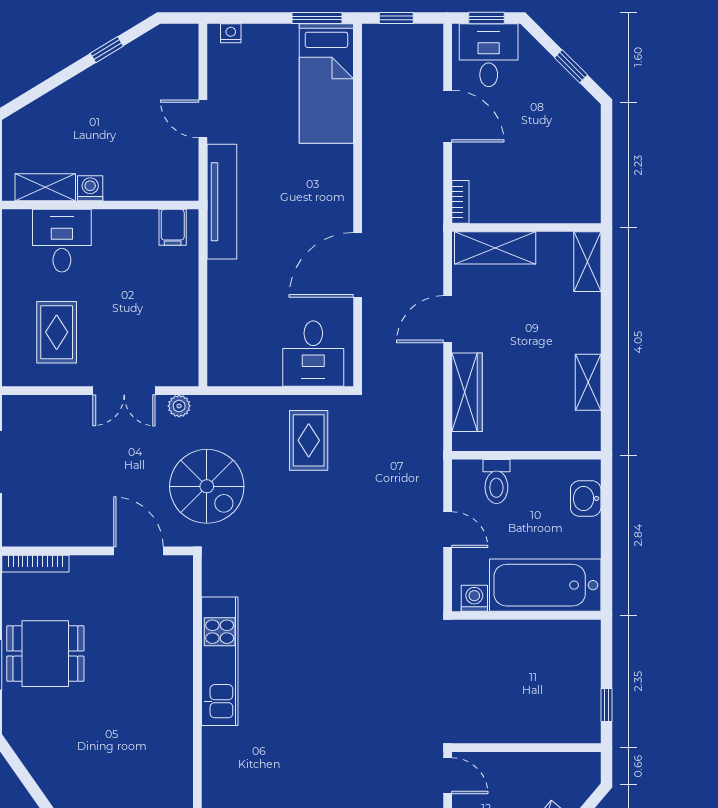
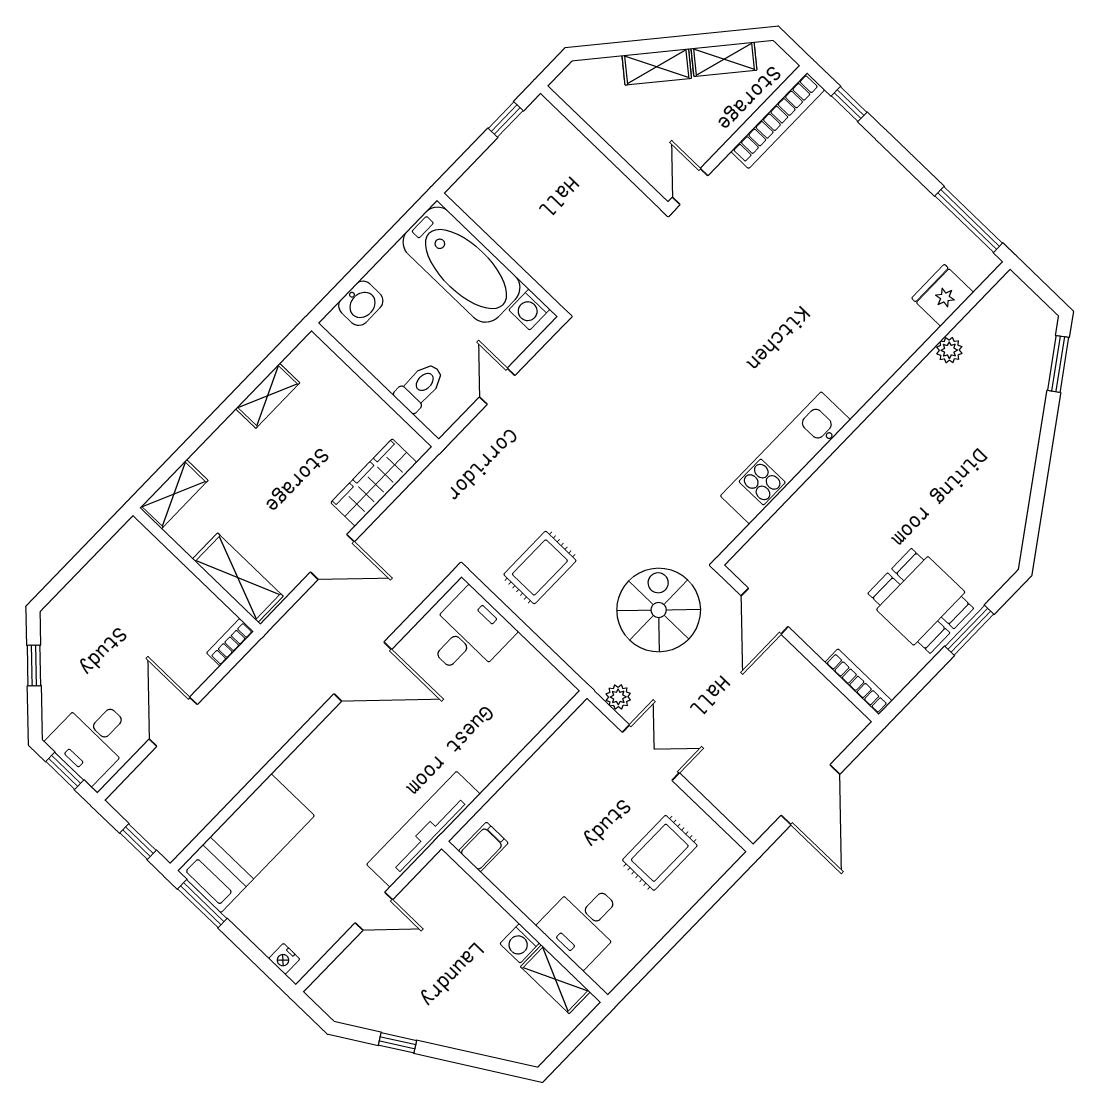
door: (203, 119) -> (374, 911), hinge flipped

